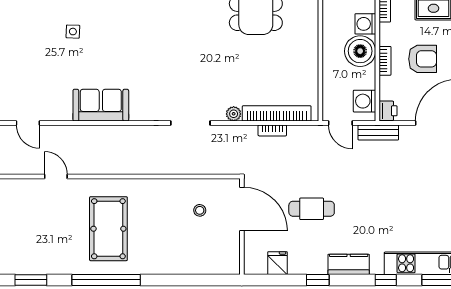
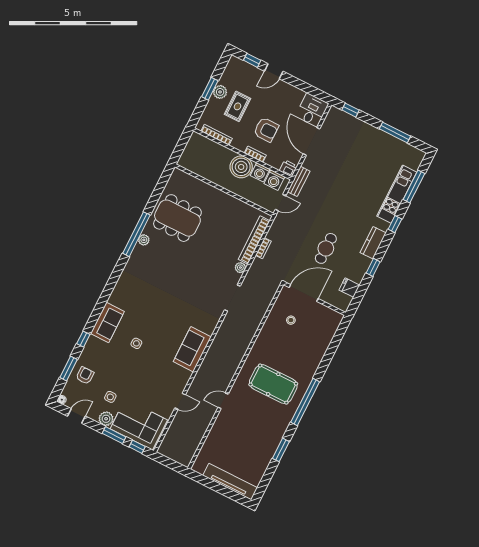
washing machine: (365, 24) -> (260, 172), moved
armchair: (423, 59) -> (266, 130), turned 90

